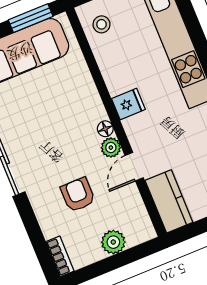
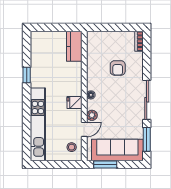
plant: (111, 148) -> (92, 115), moved
door: (134, 167) -> (84, 129), moved
plant: (113, 242) -> (110, 37), removed

